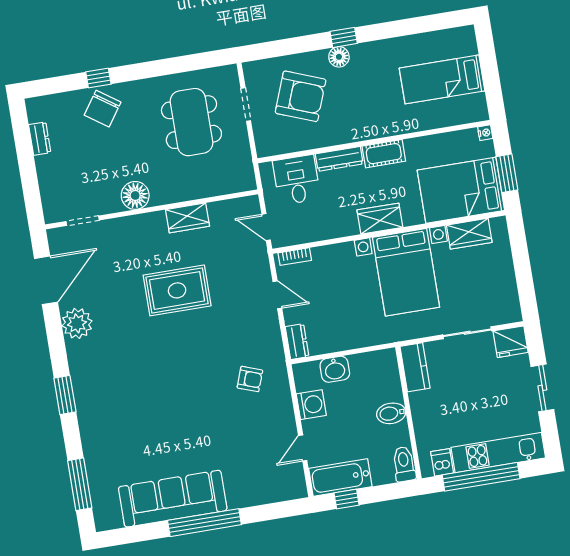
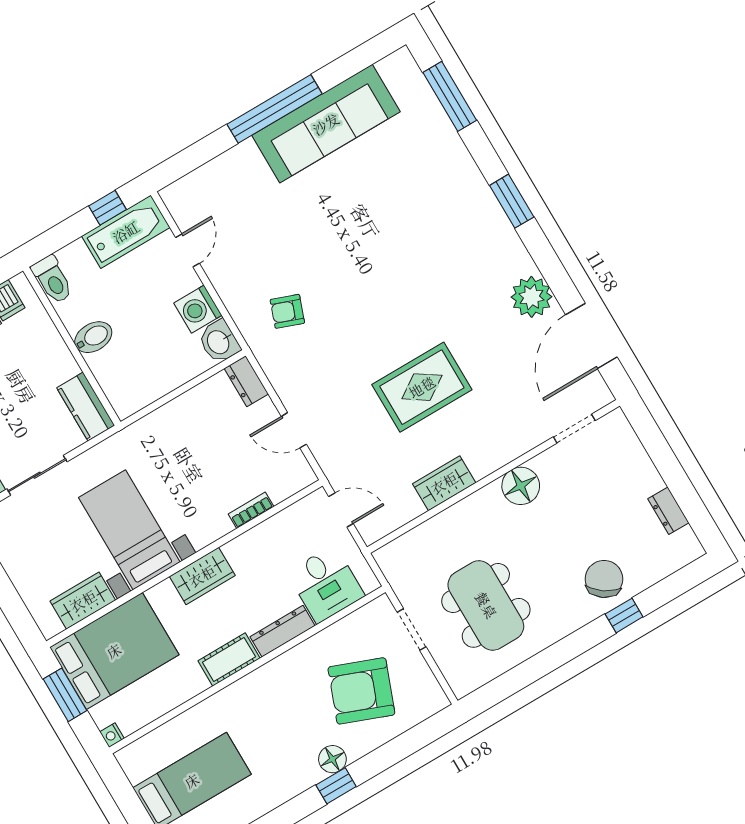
doorway: (246, 105) -> (412, 630), moved
bookcase: (295, 257) -> (251, 510), moved
bed with nightstands: (406, 272) -> (129, 530), width x0.73
washbasin: (335, 369) -> (219, 342), moved, turned -90

